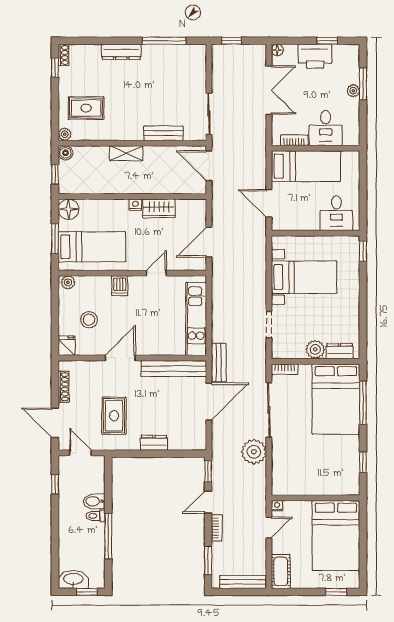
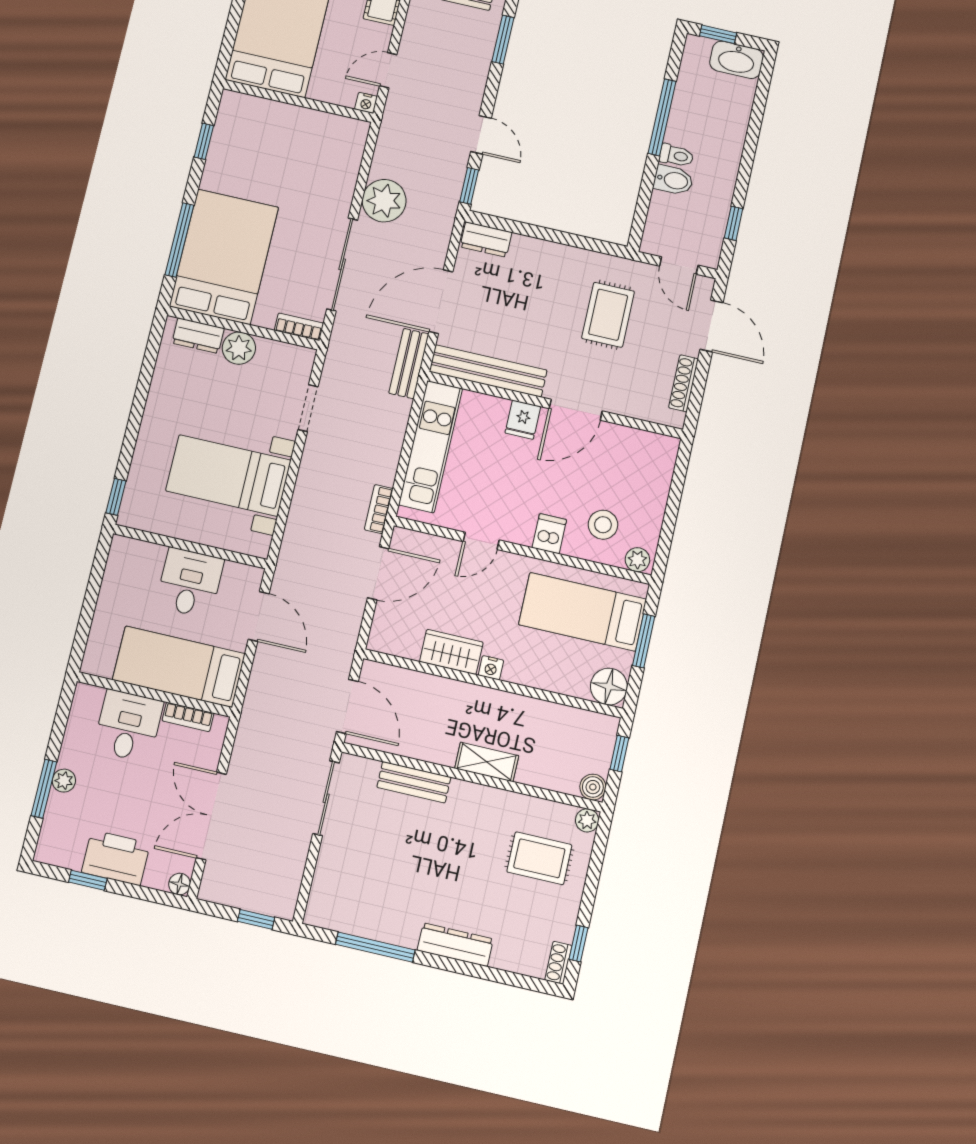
desk: (336, 213) -> (190, 583), moved
stool: (89, 320) -> (603, 525), moved
fridge: (66, 346) -> (523, 420), moved
dresser: (154, 443) -> (486, 240), moved
door: (208, 502) -> (481, 135), hinge flipped
bookcase: (217, 528) -> (379, 509), moved

